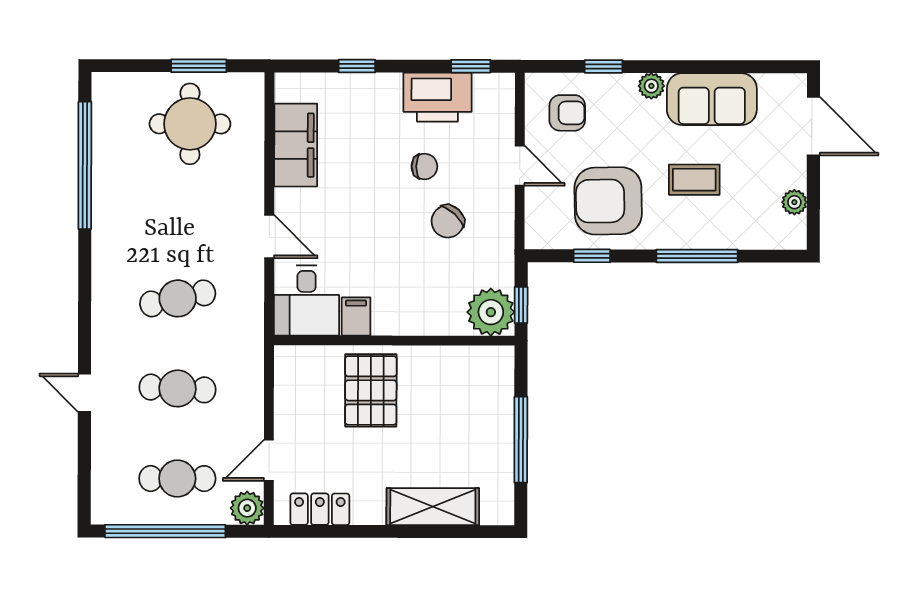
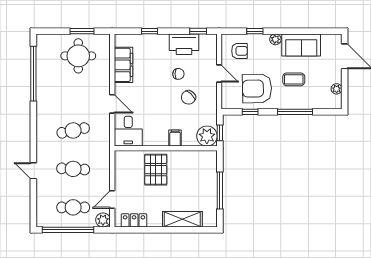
filing cabinet: (356, 316) -> (175, 138), moved

